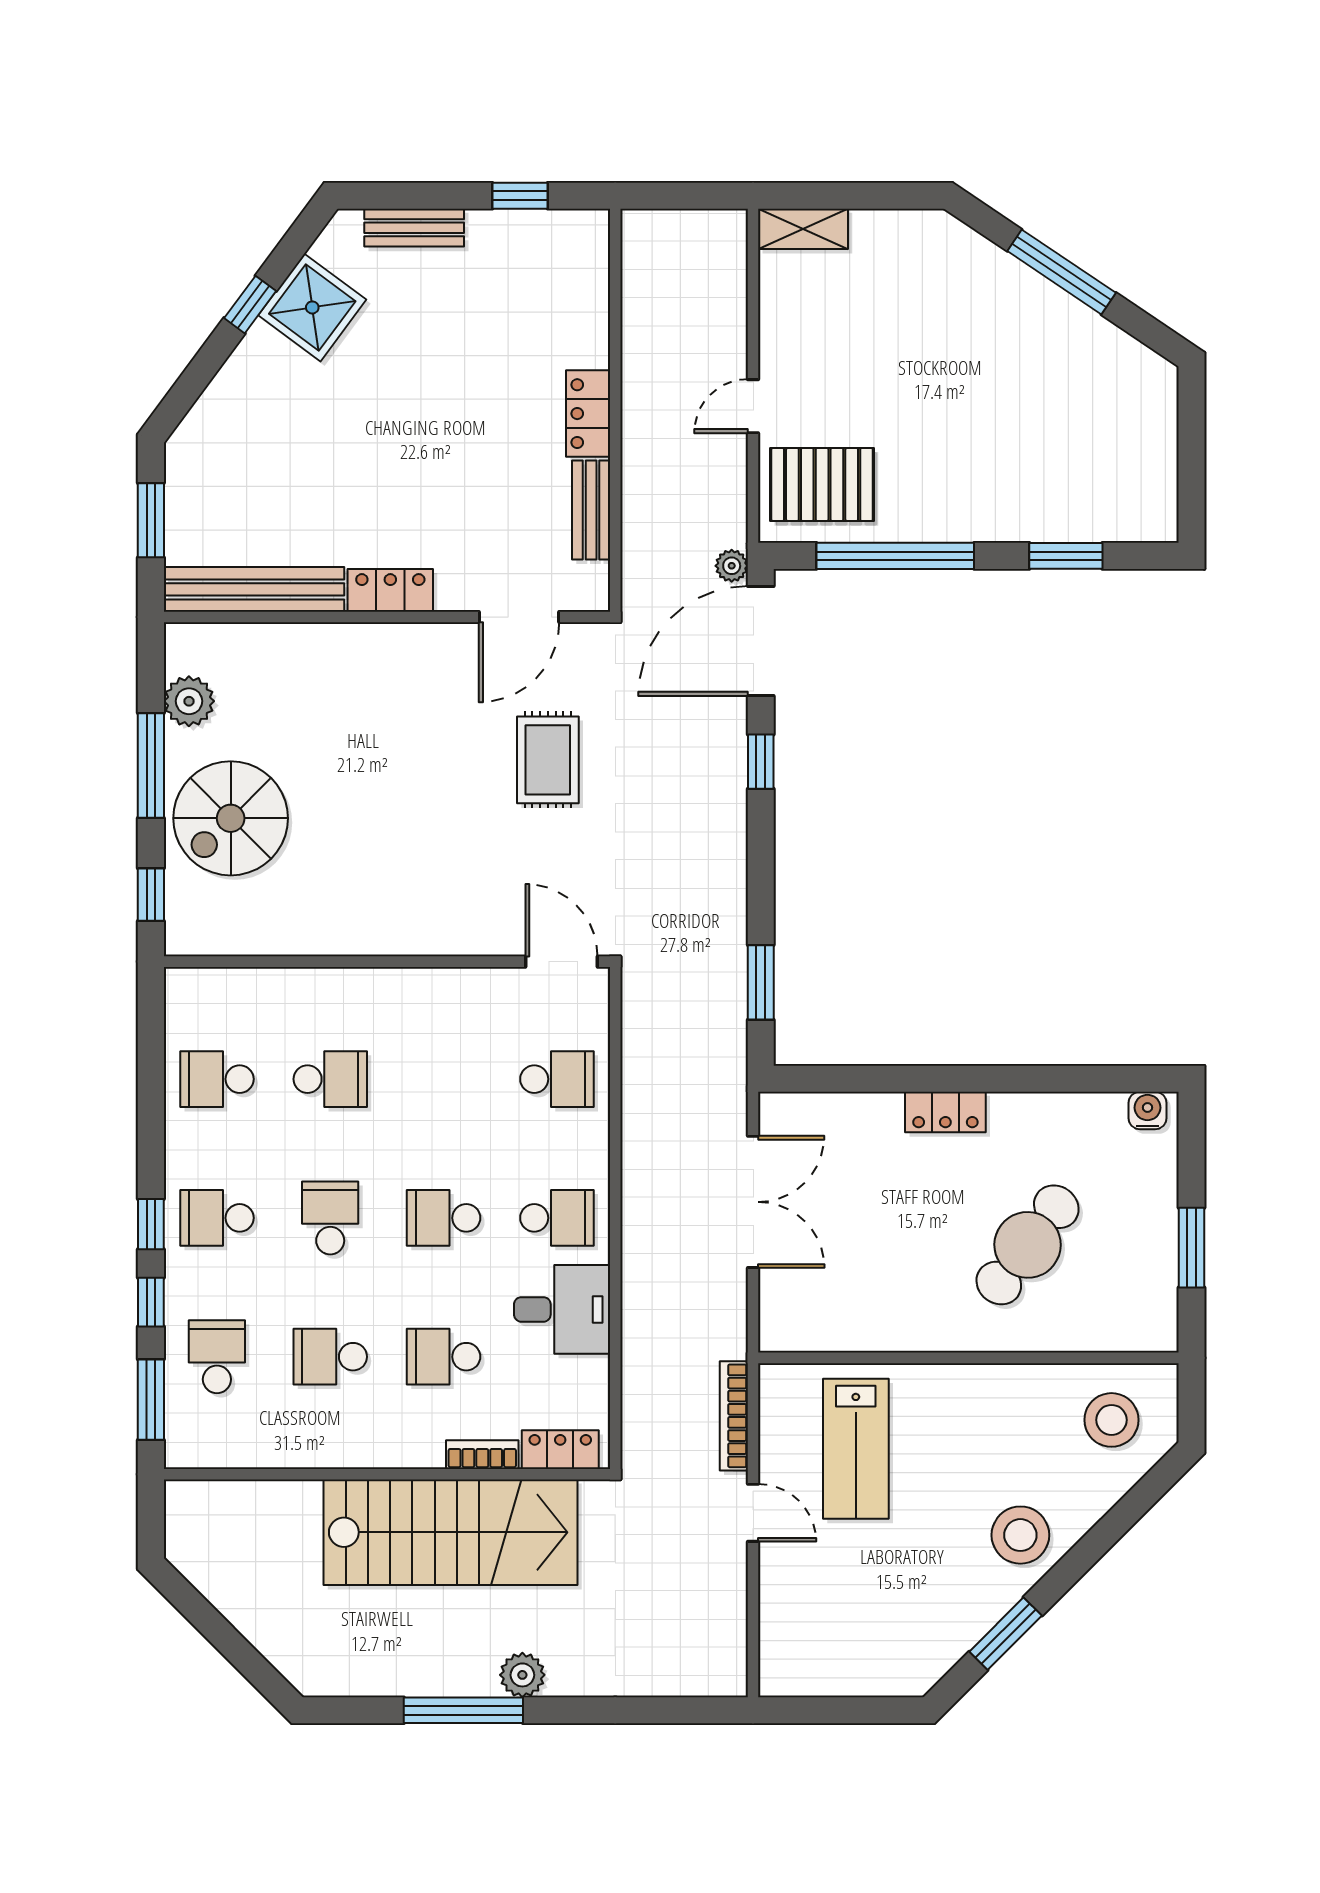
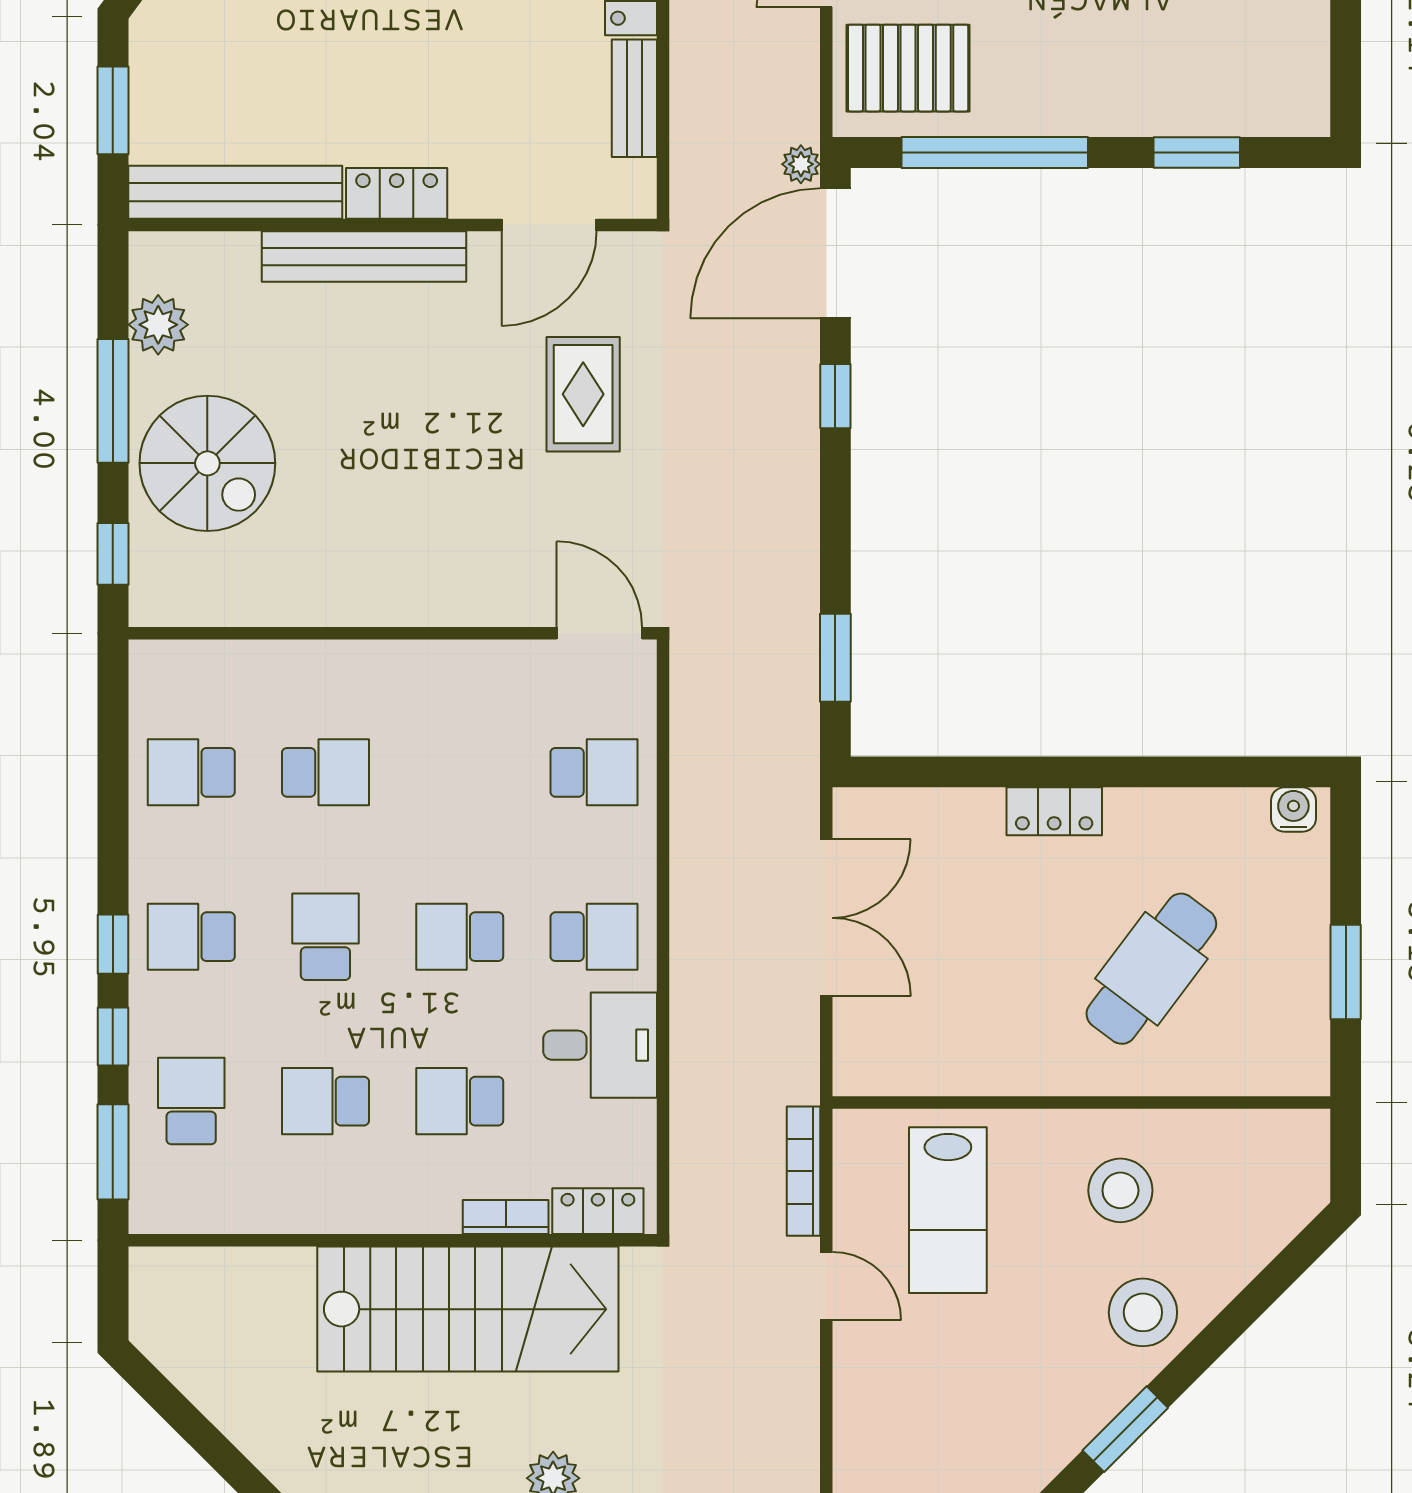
bench: (363, 644) -> (364, 256), added
spiral stairs: (231, 818) -> (207, 463), turned -90
stool: (1111, 1420) -> (1120, 1190), moved

